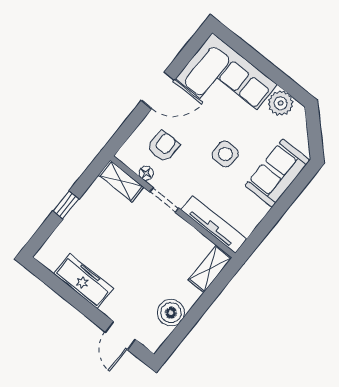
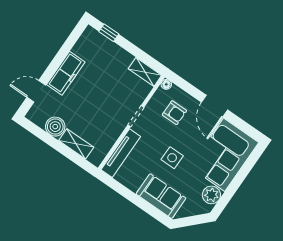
floor lamp: (146, 173) -> (166, 84), moved
shelving: (121, 181) -> (145, 72), moved, turned 90
window: (66, 205) -> (109, 33), moved
shelving: (210, 269) -> (76, 144), moved
freezer: (83, 281) -> (66, 73), moved

